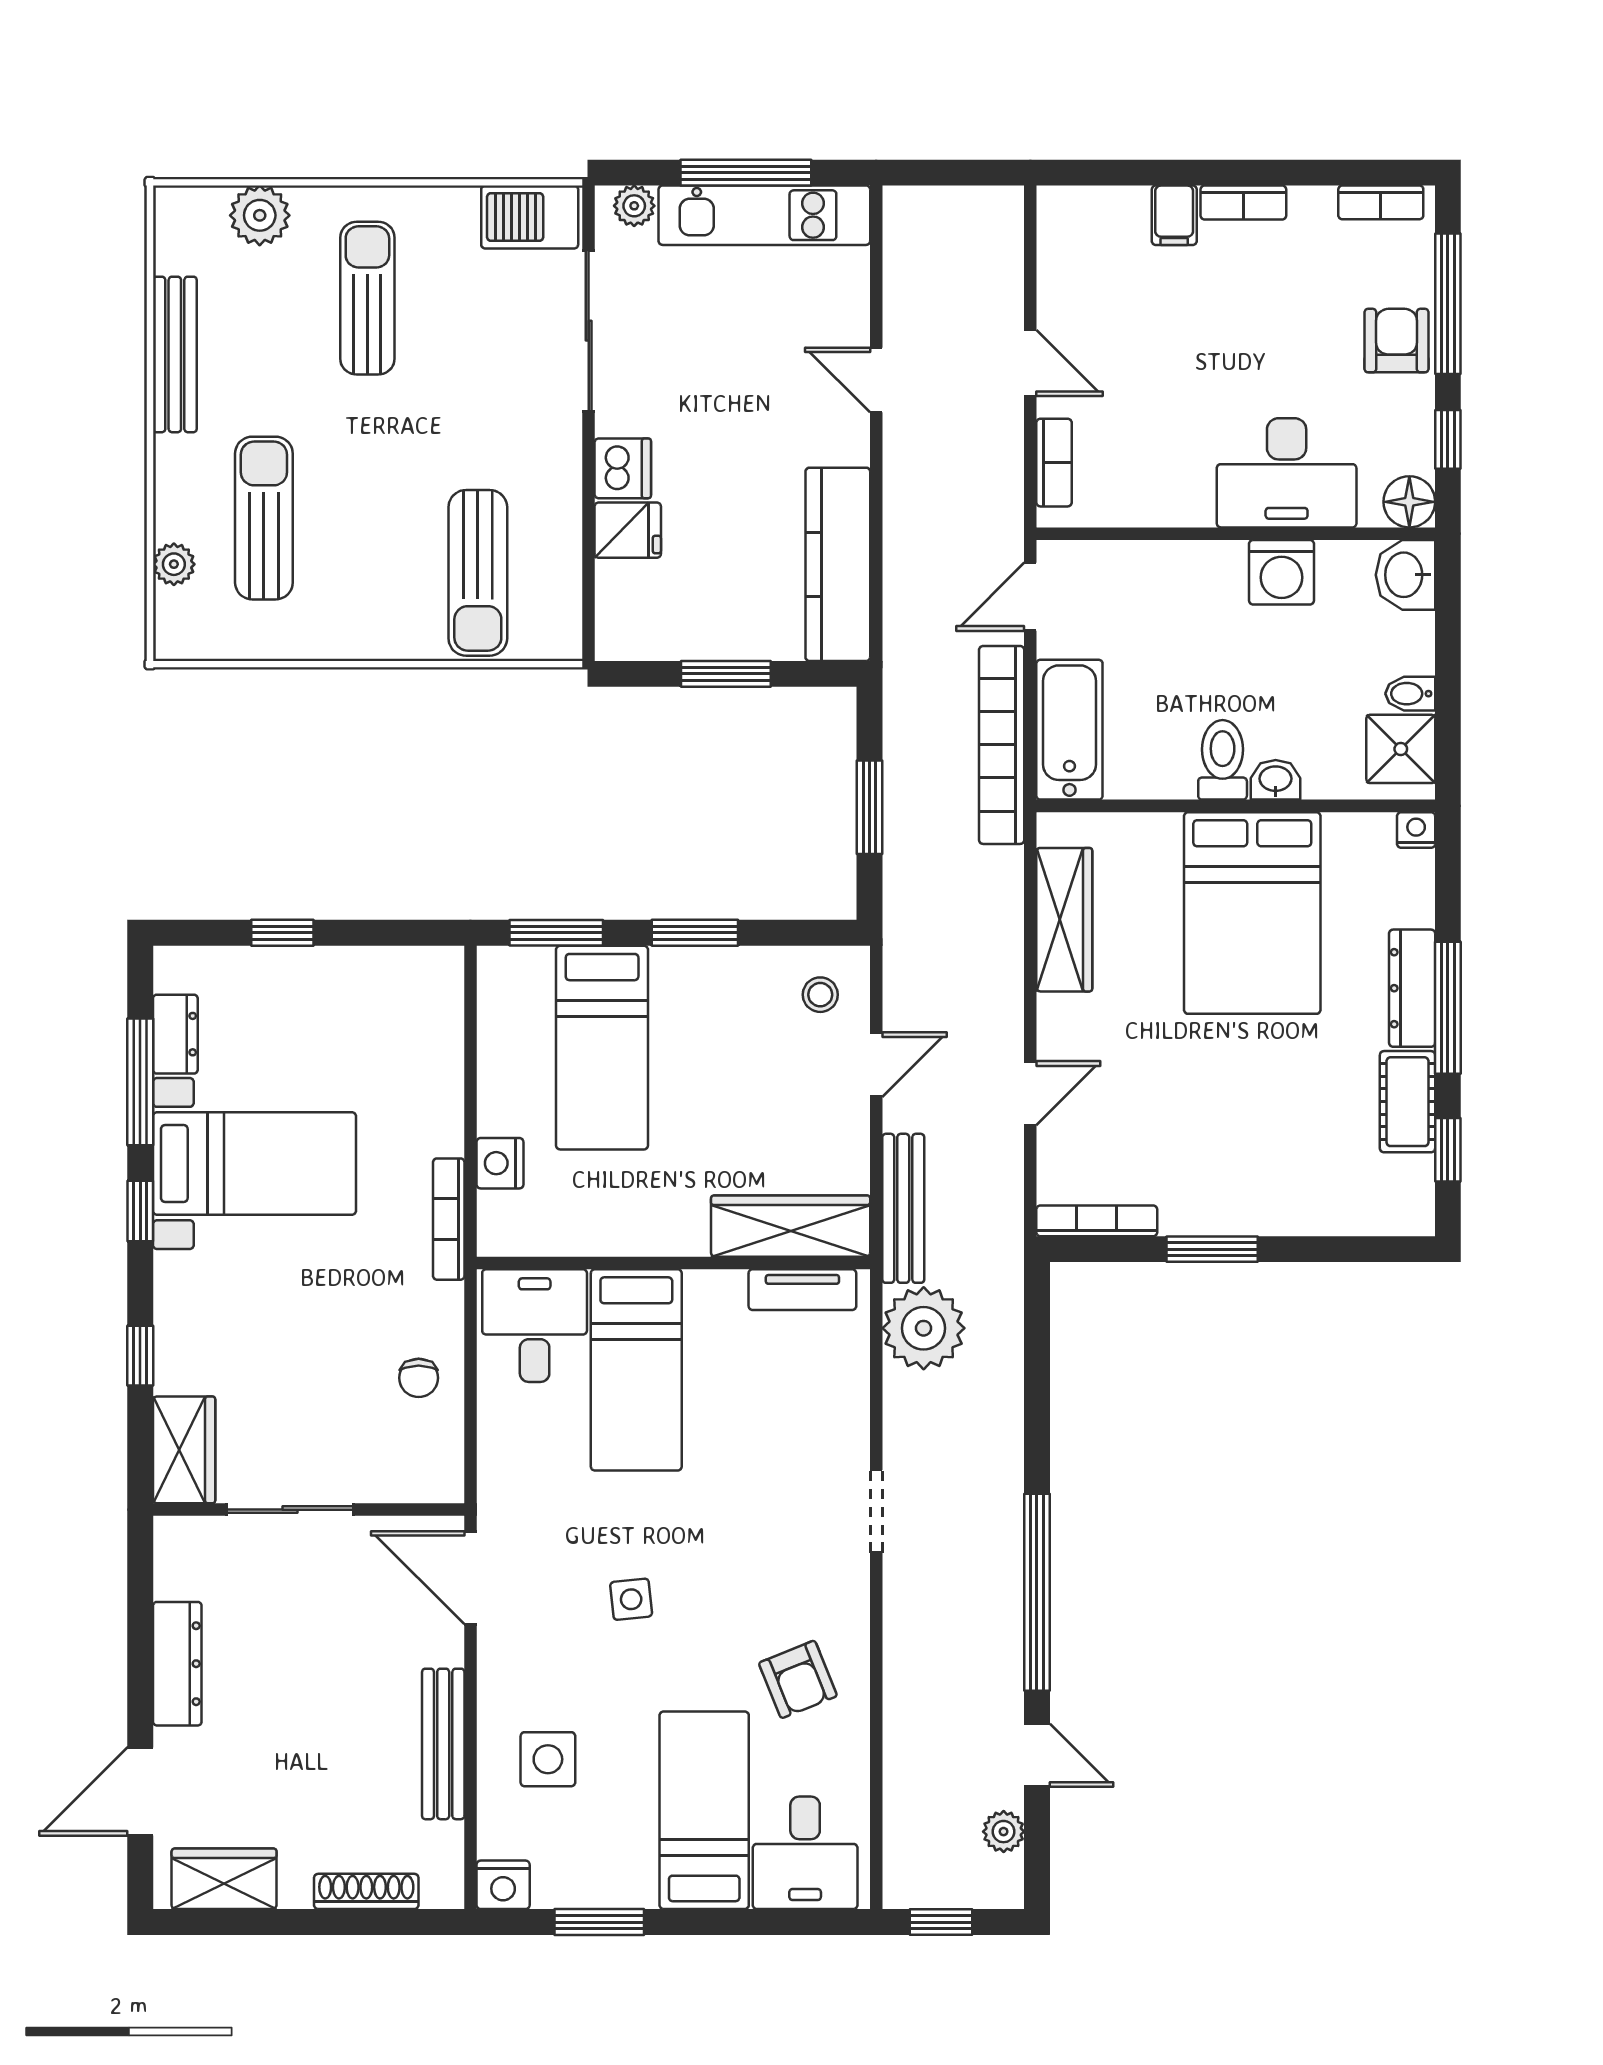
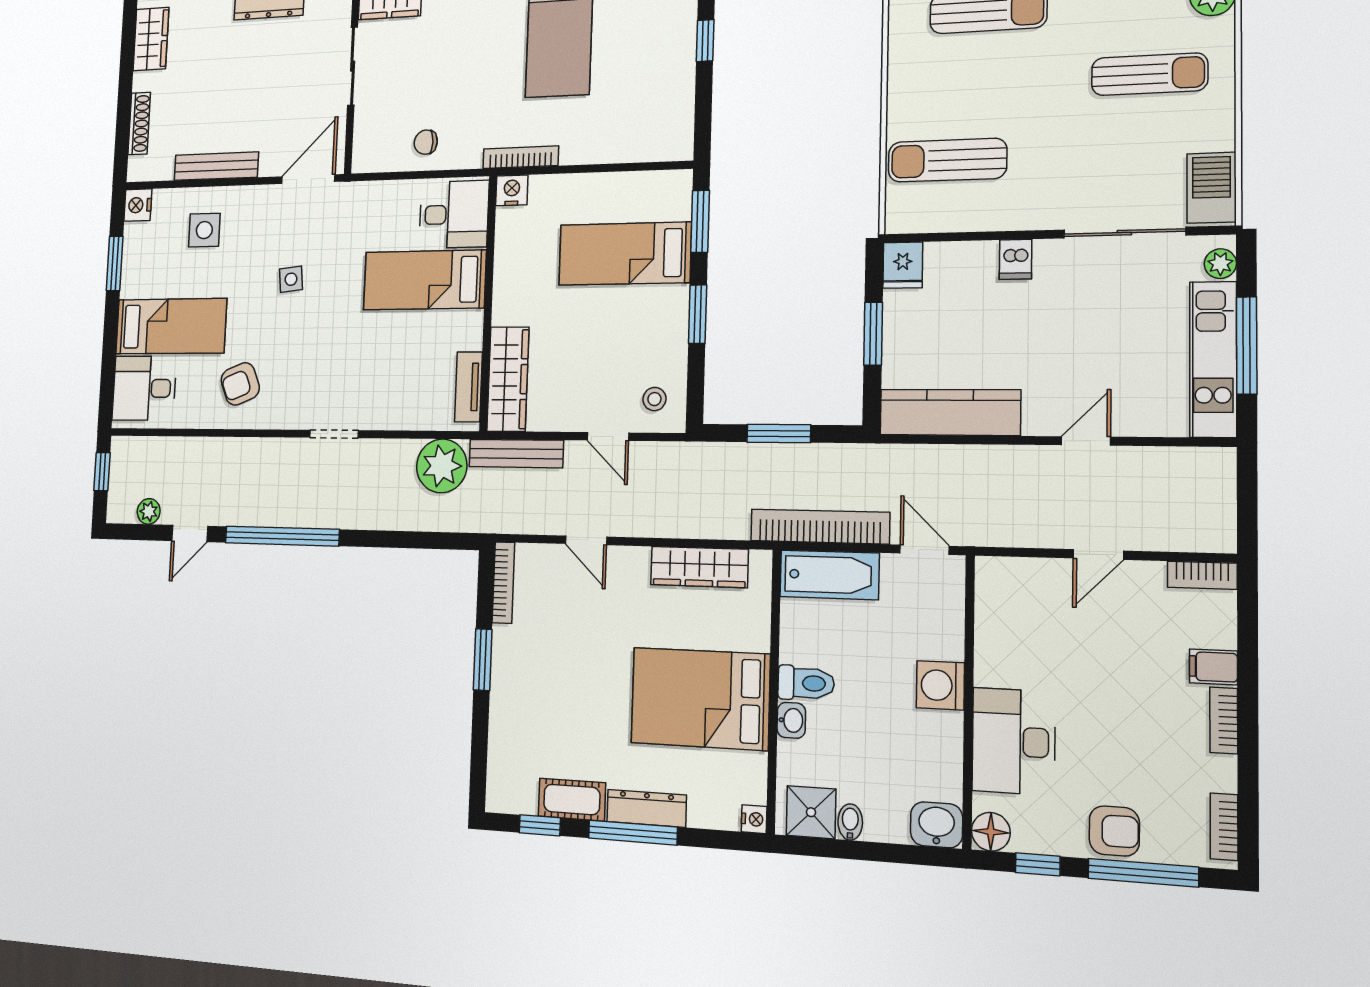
bookcase: (1054, 463) -> (1202, 575), moved
dishwasher: (623, 468) -> (1015, 259), width x0.73
fridge: (628, 530) -> (903, 265), moved
washing machine: (1282, 572) -> (940, 685), moved
nightstand: (500, 1163) -> (512, 190), moved

